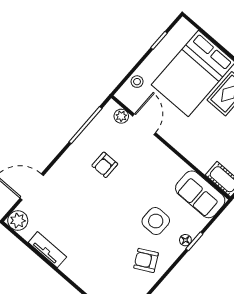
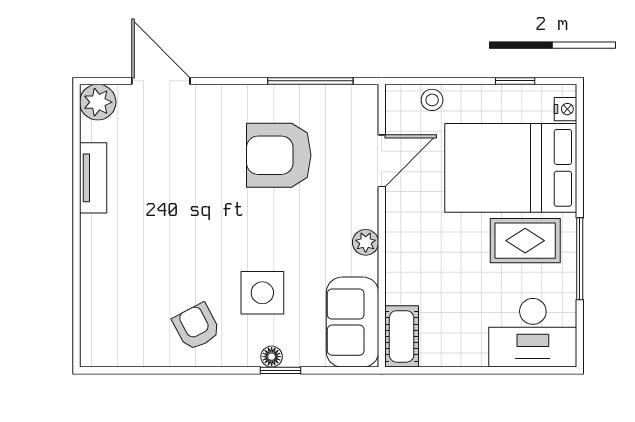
nightstand: (189, 30) -> (566, 109), added
plant: (121, 116) -> (366, 242), moved
armchair: (105, 165) -> (279, 155), width x1.88, depth x1.88

